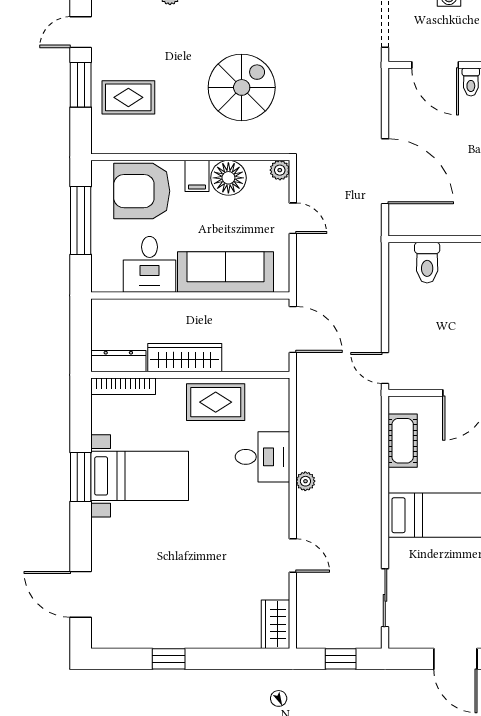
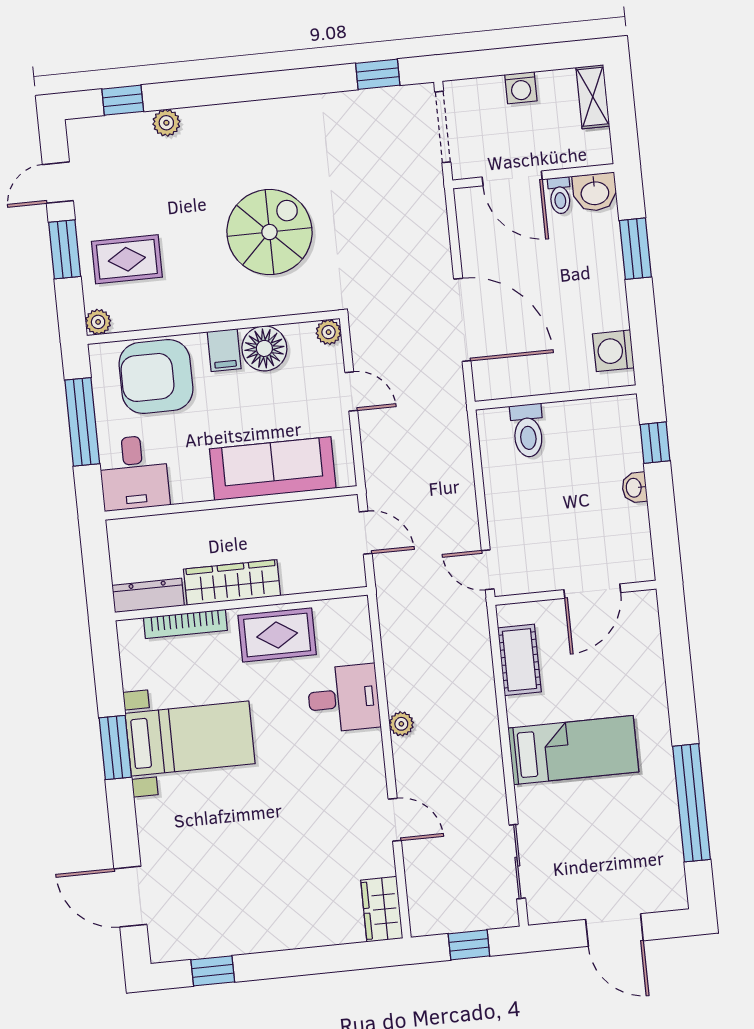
plant: (101, 144) -> (98, 322), added
desk: (150, 264) -> (134, 473), moved
door: (293, 329) -> (366, 533), width x0.73
bookcase: (123, 386) -> (185, 624), moved
window: (169, 659) -> (213, 971), moved

